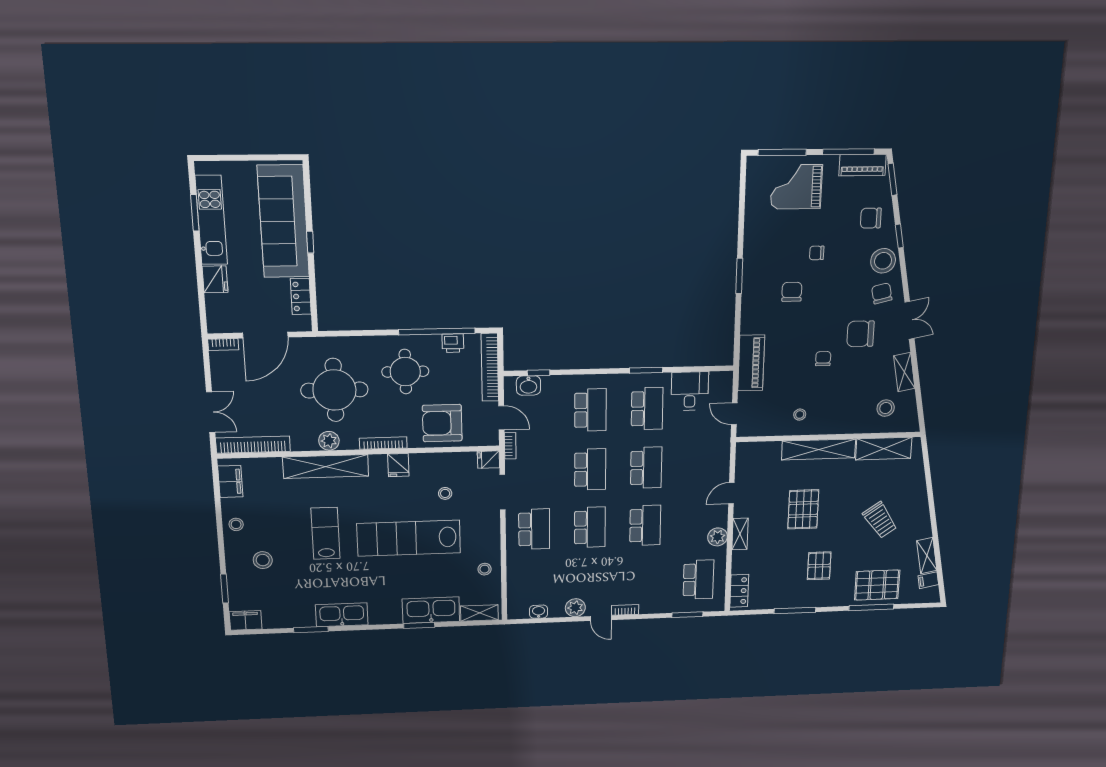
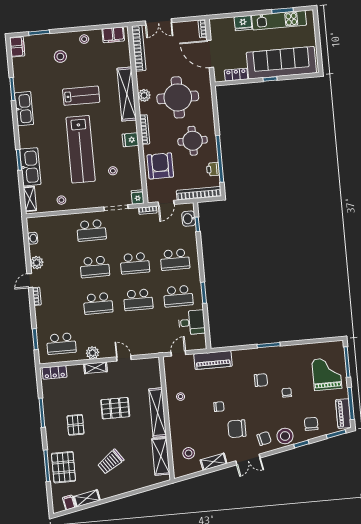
chair: (860, 334) -> (237, 429), turned -90
lab bench: (409, 538) -> (81, 149), turned 180
pallet: (819, 566) -> (76, 425), turned 90

